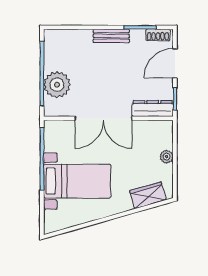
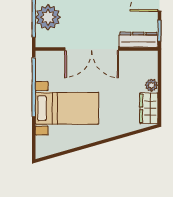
wardrobe: (148, 195) -> (149, 108), moved, turned -74

